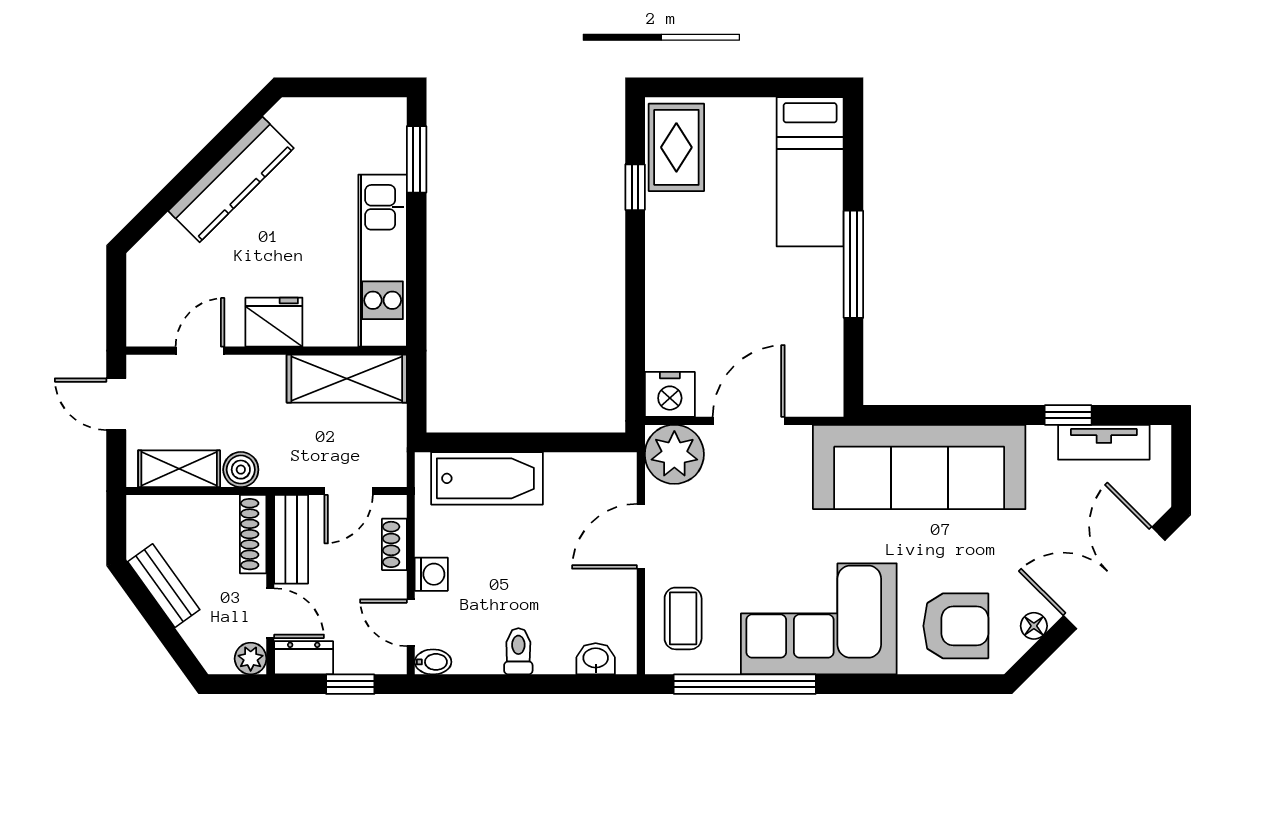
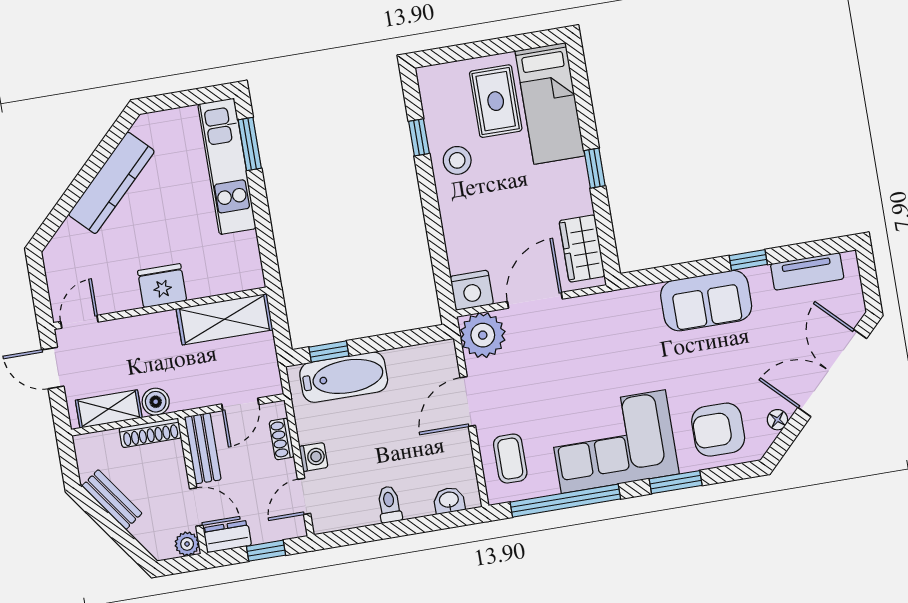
rug: (676, 147) -> (496, 101), moved
stool: (679, 225) -> (457, 160), added
kitchen unit: (383, 261) -> (227, 166), moved
window: (853, 264) -> (595, 168), width x0.46
door: (200, 351) -> (79, 322), moved
wardrobe: (820, 365) -> (582, 249), added
window: (1068, 415) -> (748, 260), moved
window: (474, 442) -> (329, 351), added
sofa: (919, 467) -> (706, 301), width x0.54, depth x0.79
shoe rack: (253, 534) -> (150, 433), moved, turned -90
door: (411, 623) -> (304, 496), hinge flipped
armchair: (956, 626) -> (718, 430), turned 180
bidet: (433, 662) -> (326, 523), removed
window: (890, 684) -> (676, 482), added

